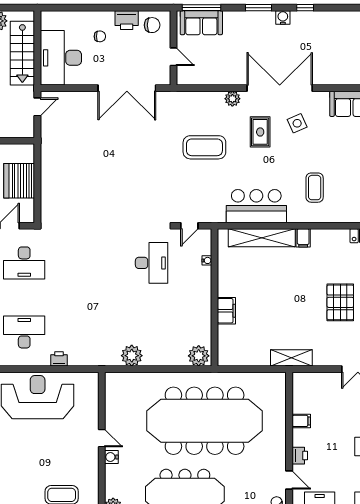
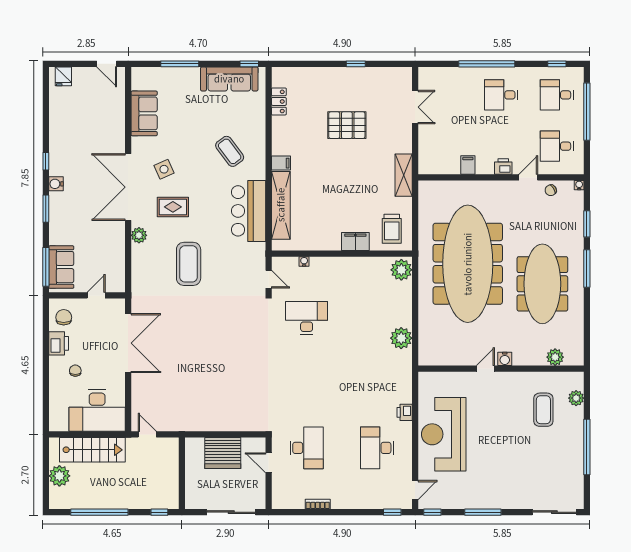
coffee table: (315, 188) -> (230, 151), turned 53
trolley: (239, 346) -> (392, 229), added

